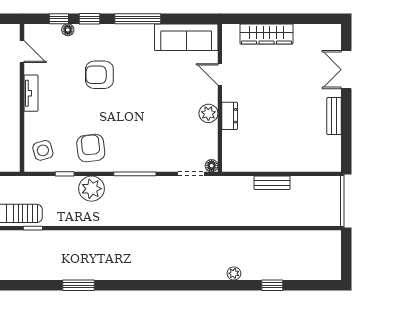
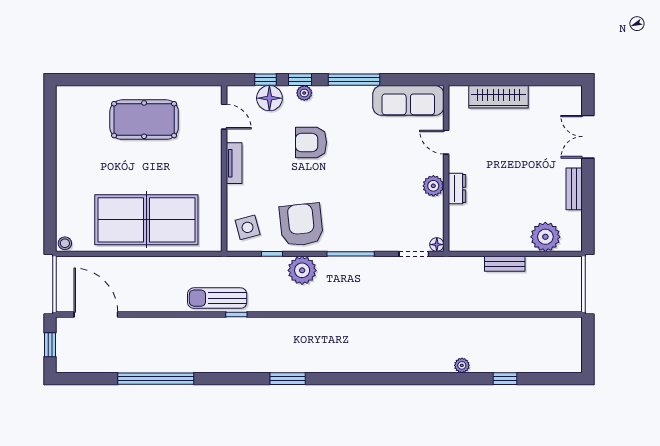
floor lamp: (68, 30) -> (269, 98), width x1.89, depth x1.89
plant: (93, 31) -> (304, 93), added
armchair: (91, 148) -> (301, 225), width x1.36, depth x1.36
plant: (308, 159) -> (545, 237), added

